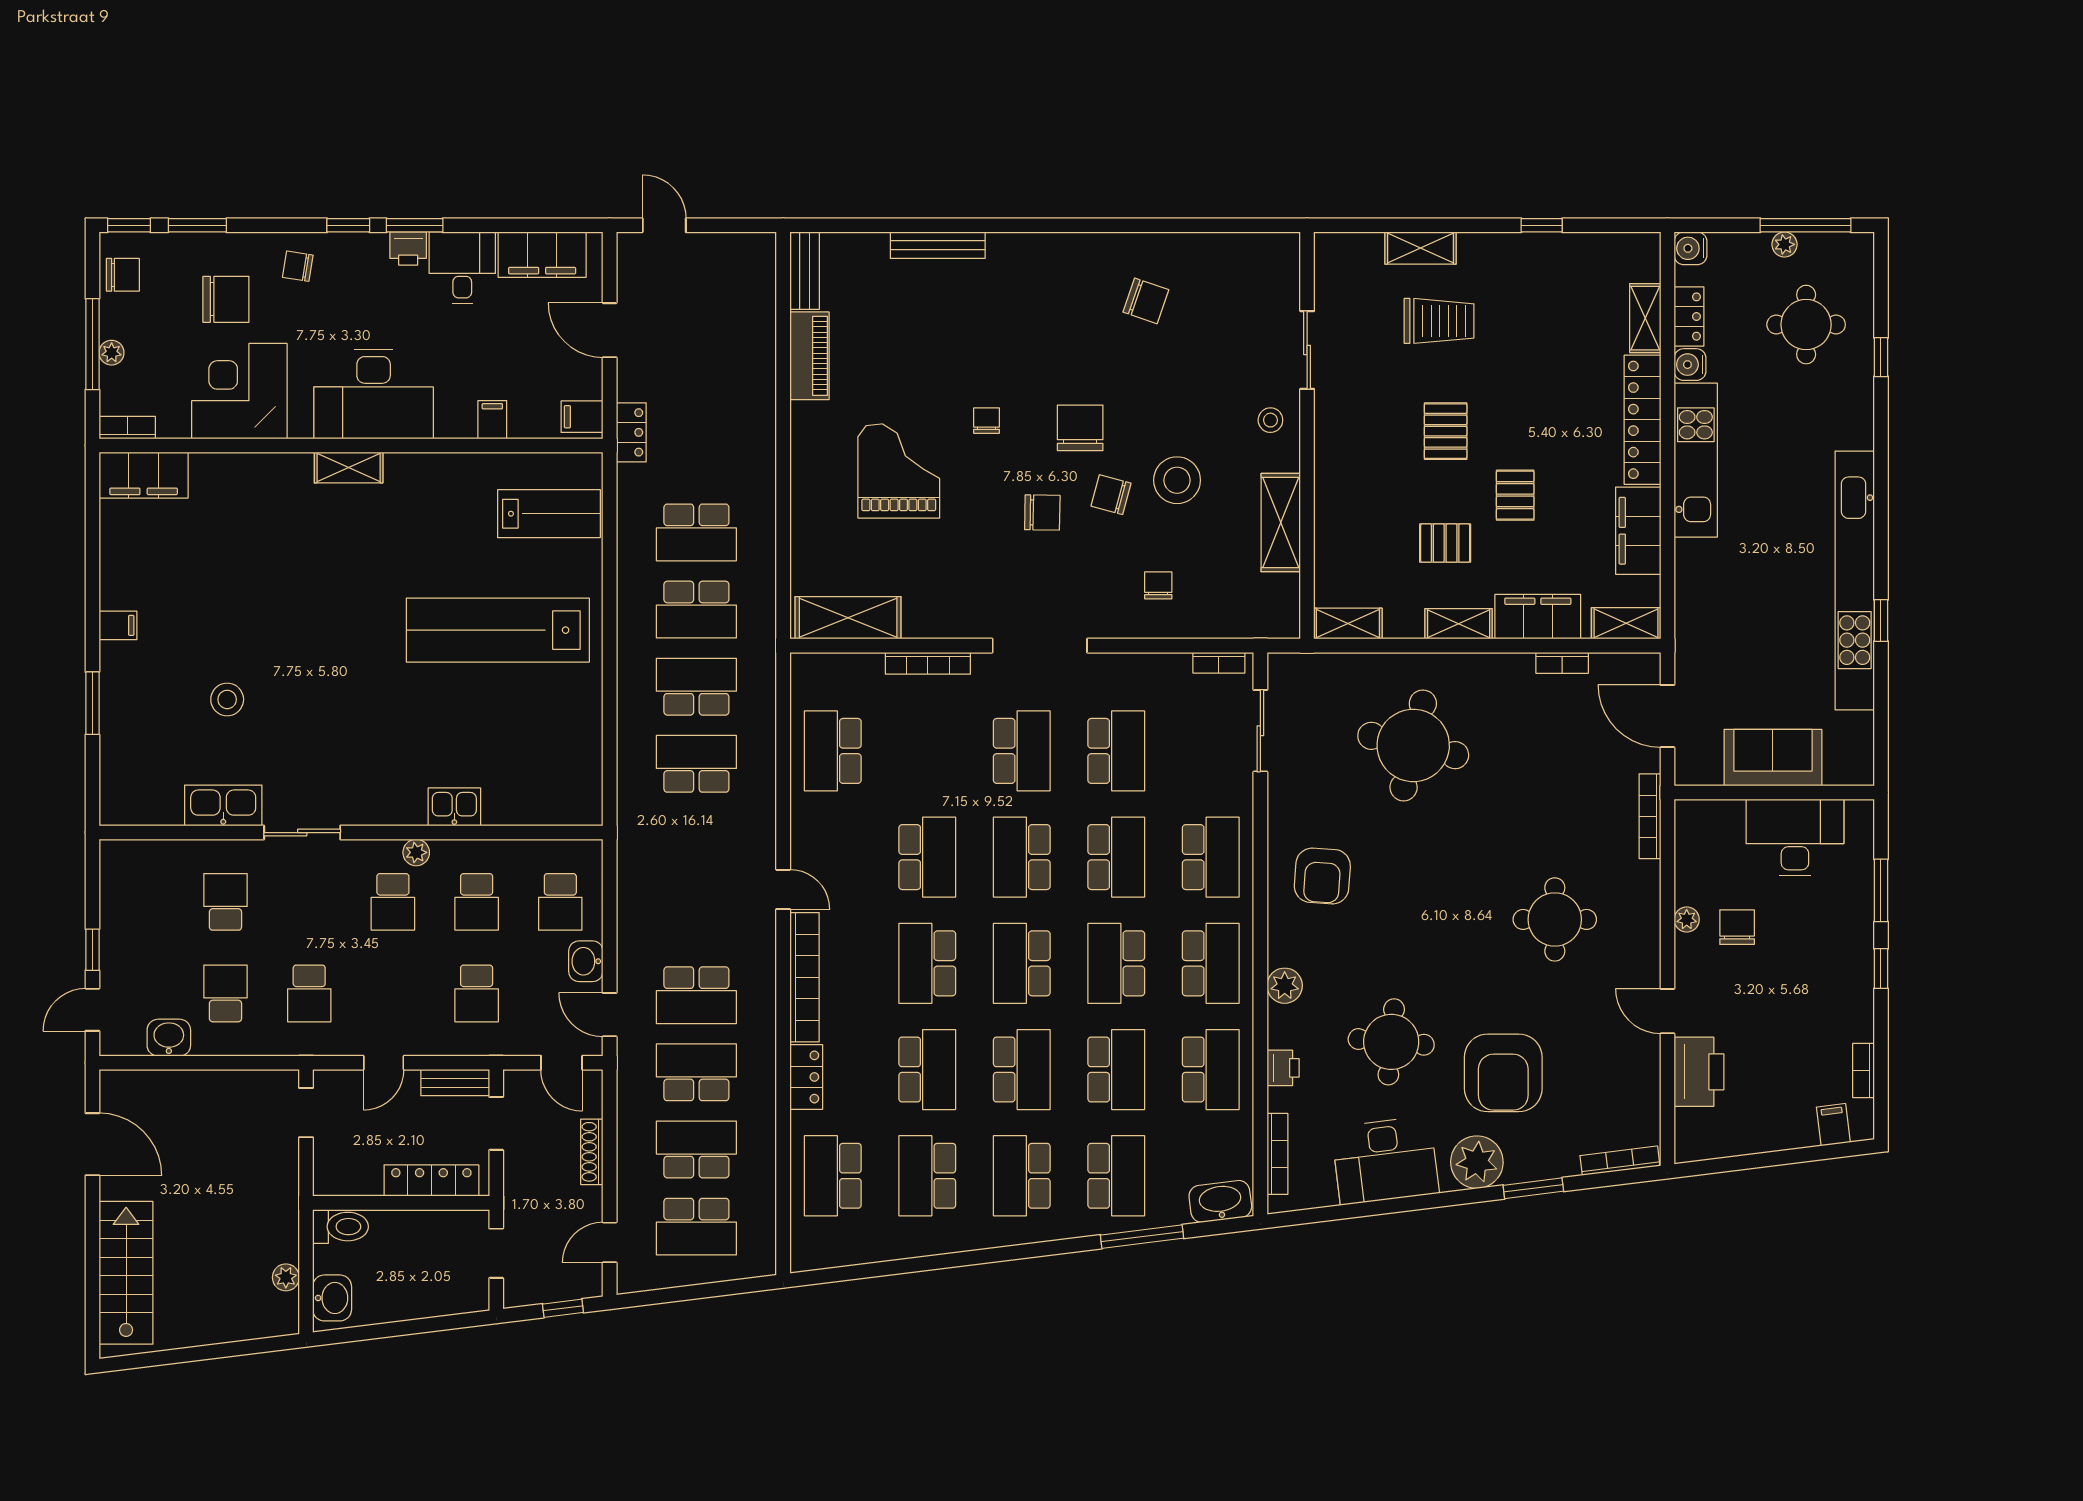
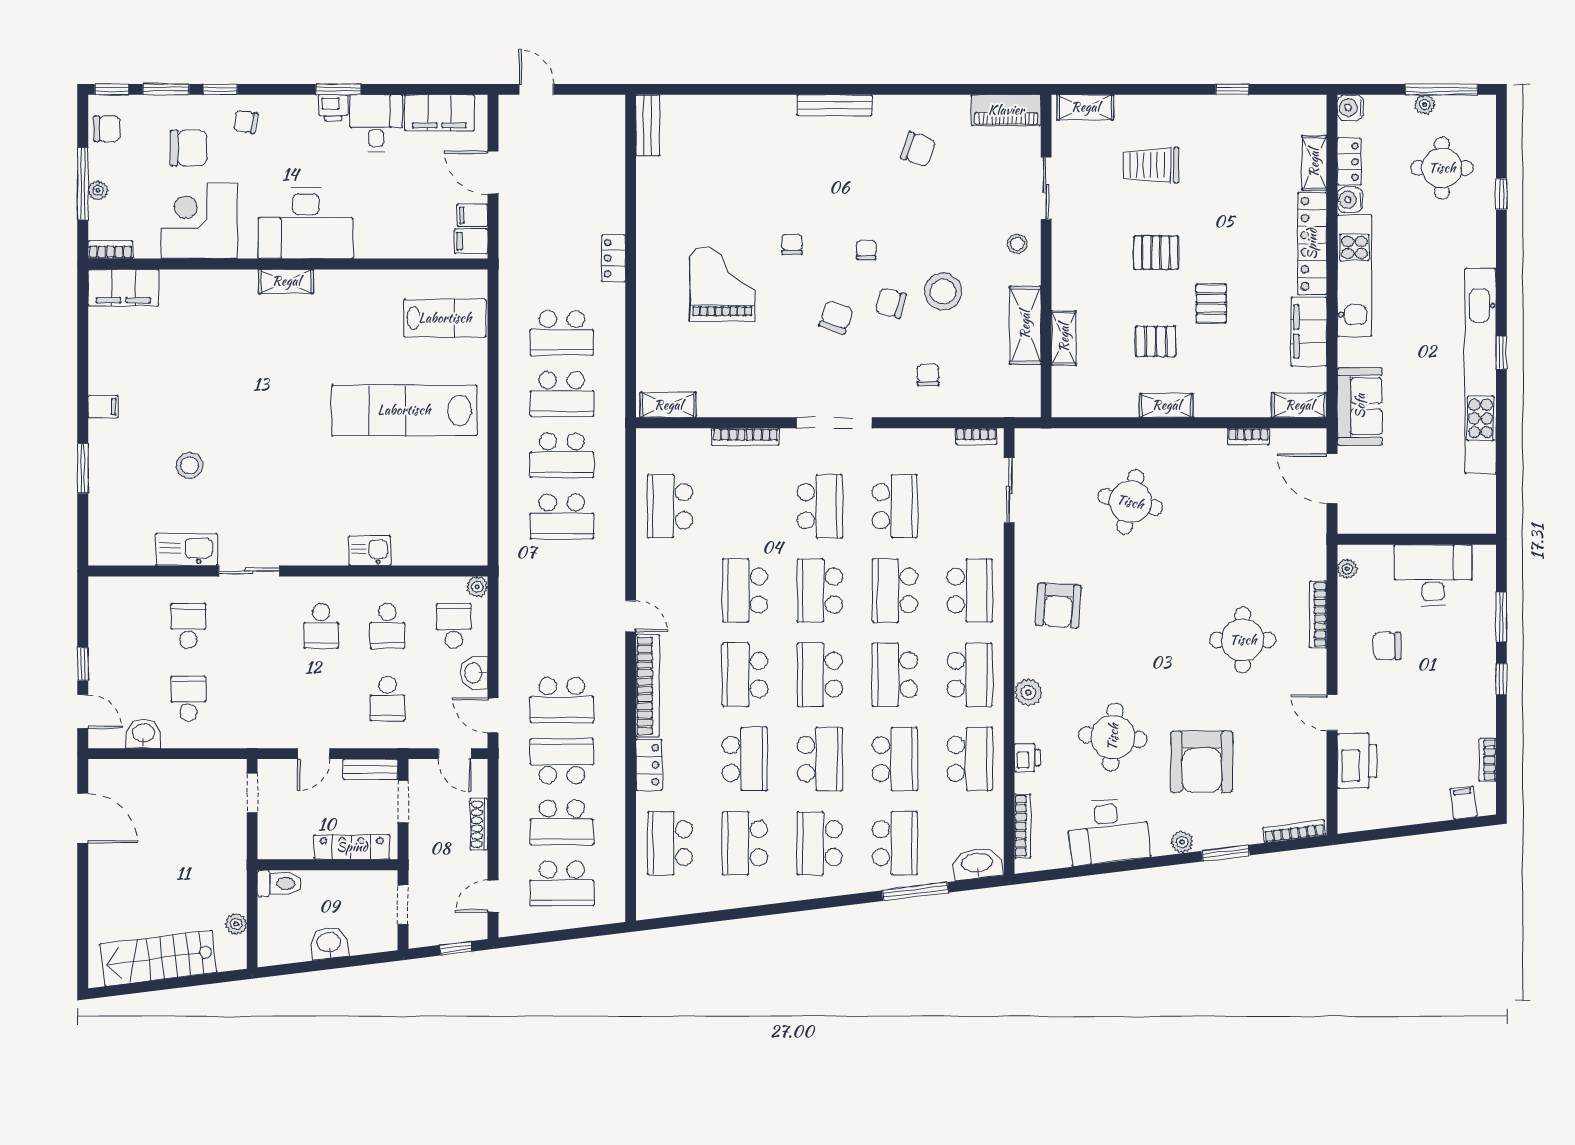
window: (348, 225) -> (220, 89), moved
bench: (938, 245) -> (835, 105), moved
shelving: (1420, 248) -> (1085, 107), moved
trolley: (1439, 321) -> (1151, 165), turned 180
piano: (809, 356) -> (1006, 110), moved, turned 90
filing cabinet: (492, 420) -> (473, 215), moved, turned -90
chair: (1080, 428) -> (866, 250), width x0.54, depth x0.54
pallet: (1446, 431) -> (1156, 253), turned 90
locker: (631, 432) -> (613, 258), moved, turned 180
chair: (1042, 513) -> (836, 317), turned -71
filing cabinet: (1538, 617) -> (1229, 400), removed
shelving: (848, 618) -> (668, 405), width x0.67, depth x0.75
window: (1881, 621) -> (1501, 353), moved
shelving: (1348, 624) -> (1064, 338), moved, turned 90
school desk: (696, 687) -> (562, 455), turned 180
round table: (1413, 745) -> (1130, 502), width x0.73, depth x0.73
sofa: (1773, 758) -> (1360, 406), moved, turned 90
school desk: (696, 764) -> (562, 517), turned 180
bookcase: (1650, 816) -> (1318, 614), moved
plant: (416, 852) -> (477, 587), moved
school desk: (927, 857) -> (745, 590), turned 180
school desk: (1116, 857) -> (895, 590), turned 180
school desk: (560, 902) -> (454, 626), turned 180
plant: (1687, 919) -> (1347, 569), moved
chair: (1737, 927) -> (1387, 646), turned -90
school desk: (309, 993) -> (255, 699), removed
door: (92, 1010) -> (83, 712), swing flipped
school desk: (696, 1149) -> (562, 822), turned 180
plant: (1477, 1162) -> (1182, 842), width x0.53, depth x0.53
stairs: (126, 1273) -> (158, 958), moved, turned -97
washbasin: (332, 1298) -> (329, 943), moved, turned -97

